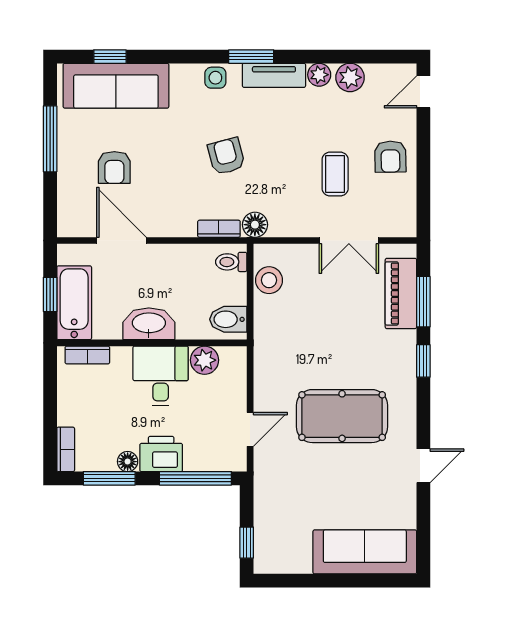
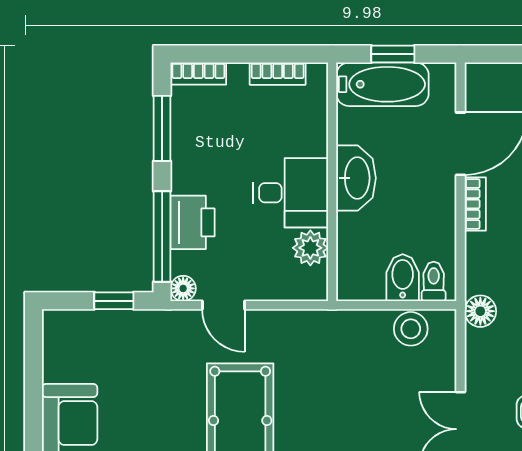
bookcase: (219, 229) -> (475, 204), moved
bidet: (228, 319) -> (403, 278), moved
bookcase: (87, 355) -> (278, 74), moved, turned -90
printer: (161, 454) -> (193, 222), moved
floor lamp: (128, 462) -> (183, 288), moved
window: (247, 543) -> (114, 301), moved

